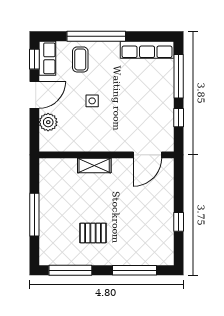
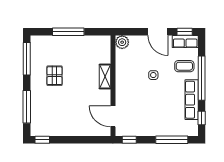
window: (150, 36) -> (202, 118), added
row of seats: (147, 50) -> (192, 100), moved
window: (179, 118) -> (129, 140), moved
plant: (48, 122) -> (122, 42), moved
window: (179, 222) -> (42, 140), moved

